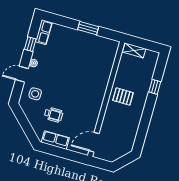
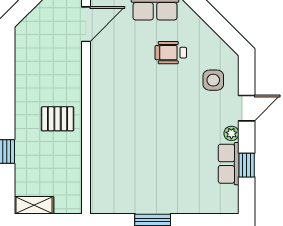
row of seats: (44, 32) -> (229, 164), moved
shelving: (134, 50) -> (34, 205), moved

